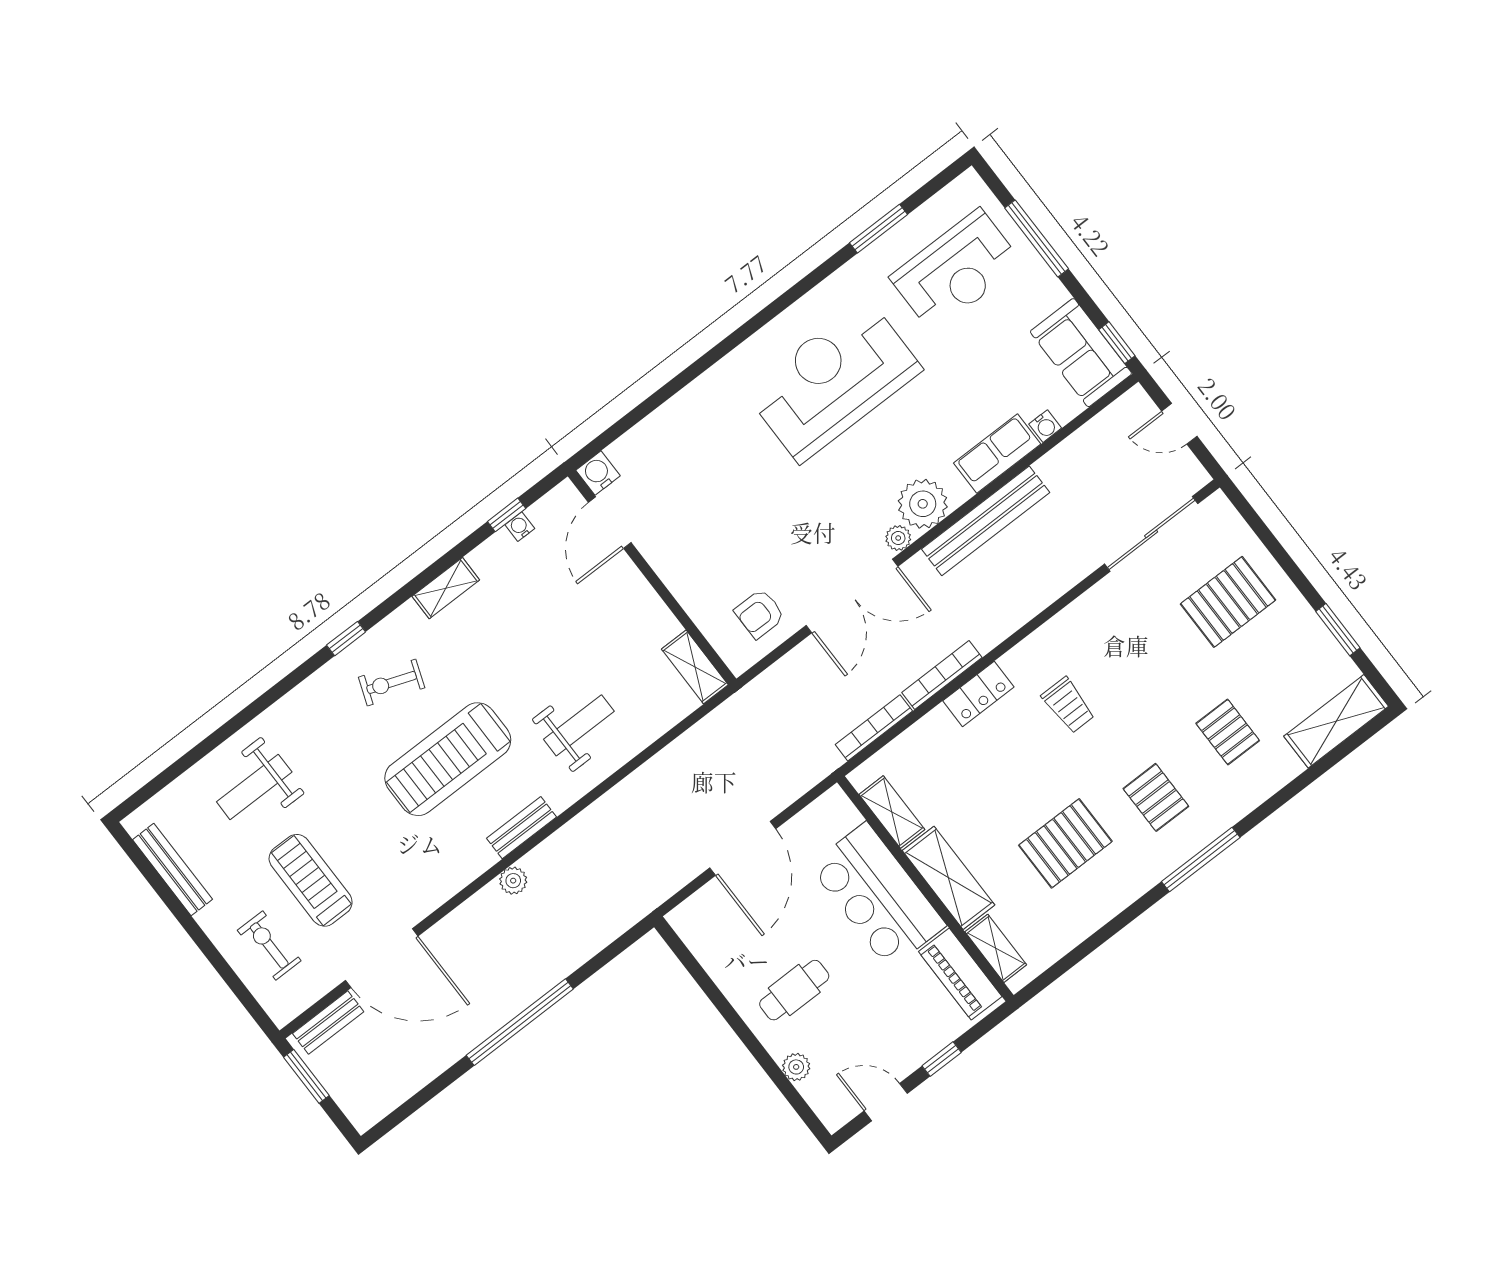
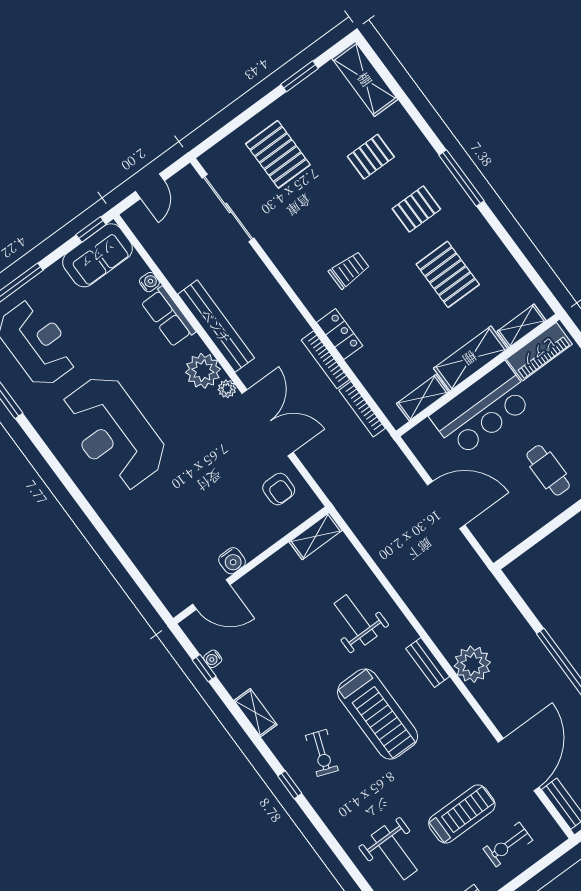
water cooler: (598, 473) -> (232, 561), moved, turned -90
treadmill: (311, 880) -> (462, 814), turned 180
plant: (513, 881) -> (472, 664), width x1.88, depth x1.88

